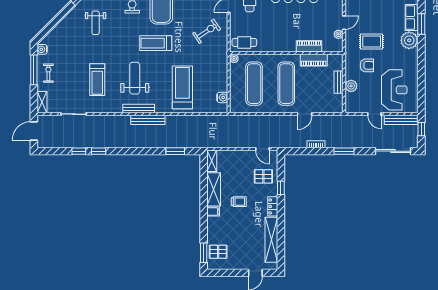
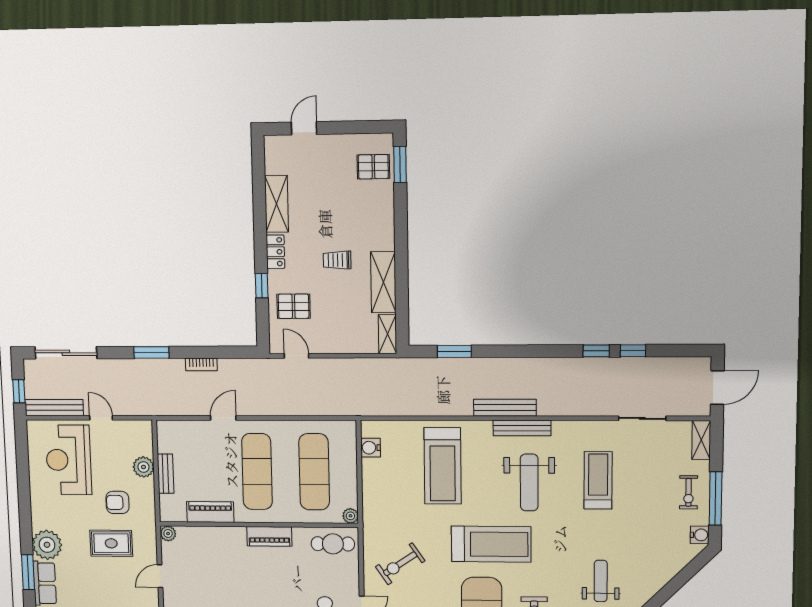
plant: (338, 34) -> (168, 534), moved
treadmill: (156, 43) -> (491, 544), width x1.37, depth x1.38
piano: (309, 46) -> (269, 536), moved
filing cabinet: (213, 212) -> (384, 241), removed
shelving: (271, 240) -> (277, 204), width x0.68

